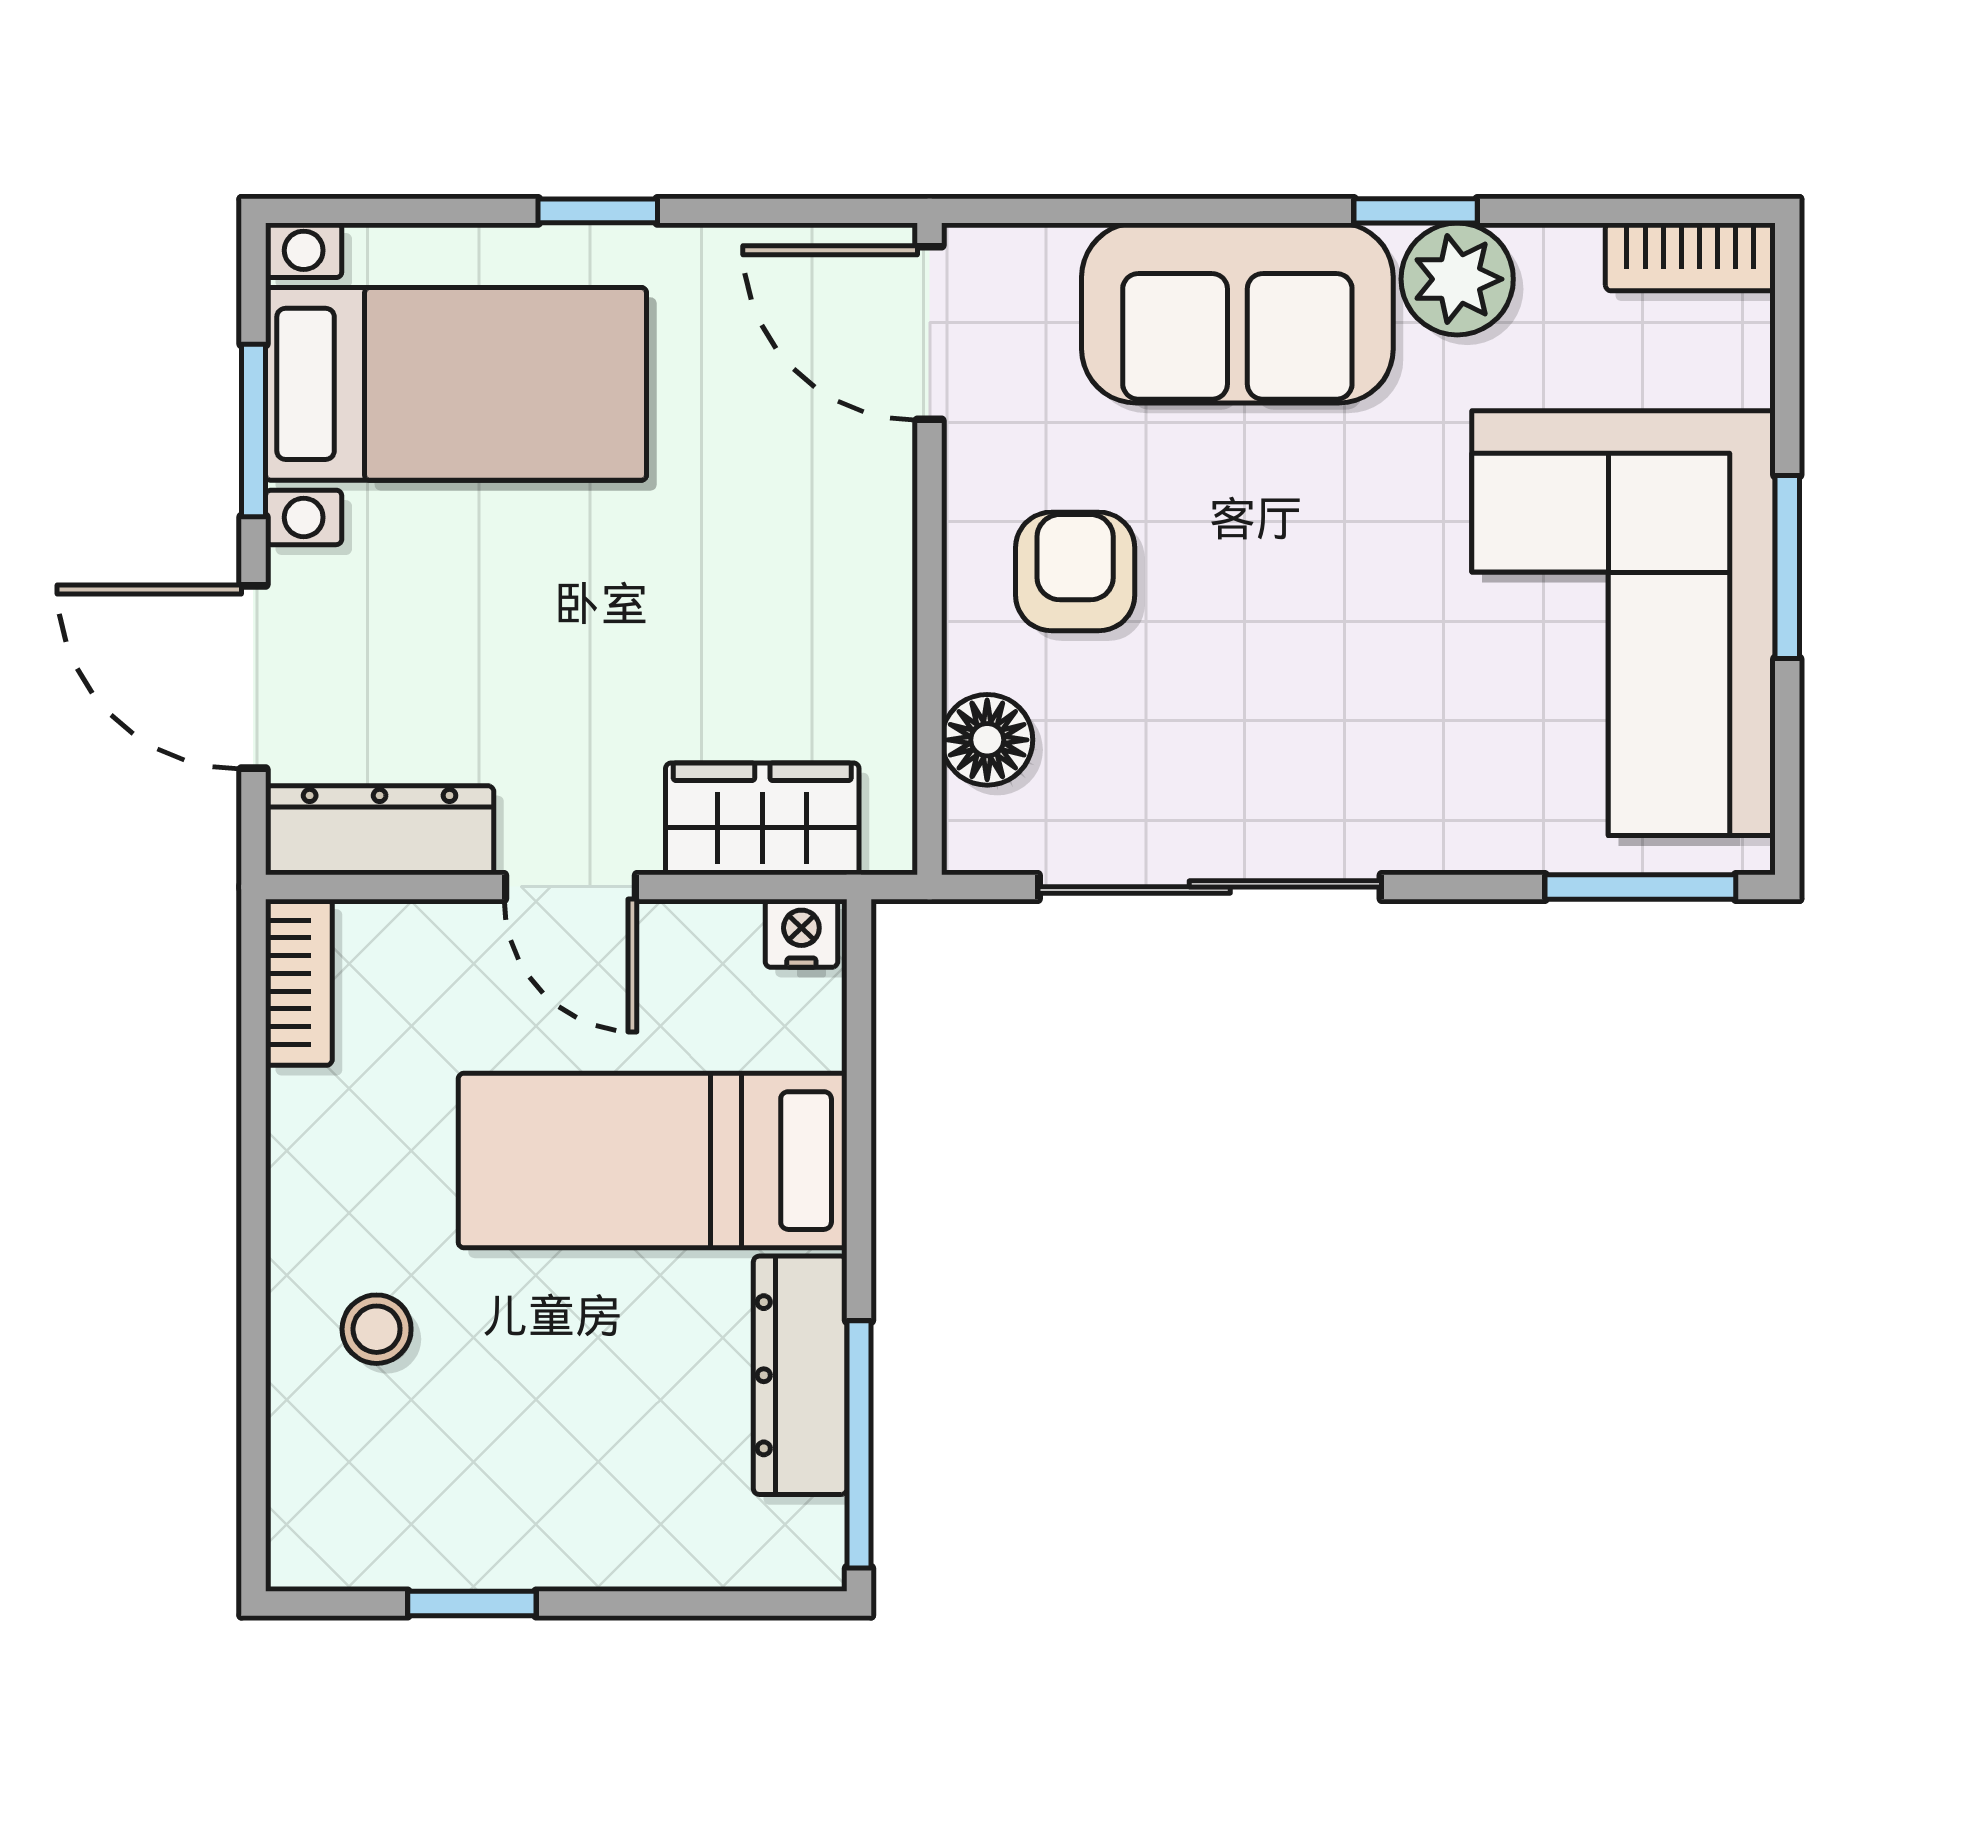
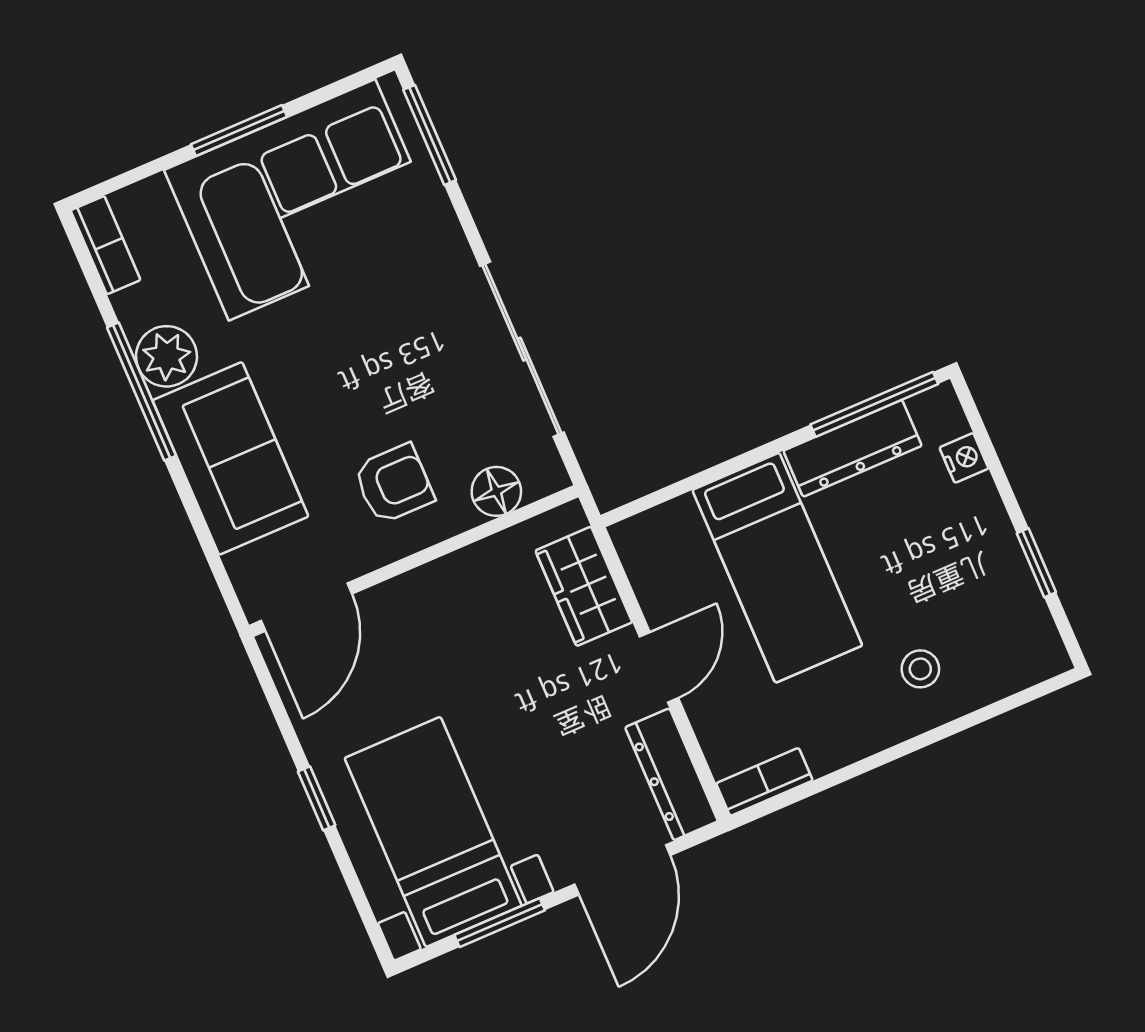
window: (1416, 211) -> (141, 392), width x2.17
armchair: (1075, 571) -> (394, 484), turned 180
nightstand: (801, 933) -> (964, 458), moved, turned 180

